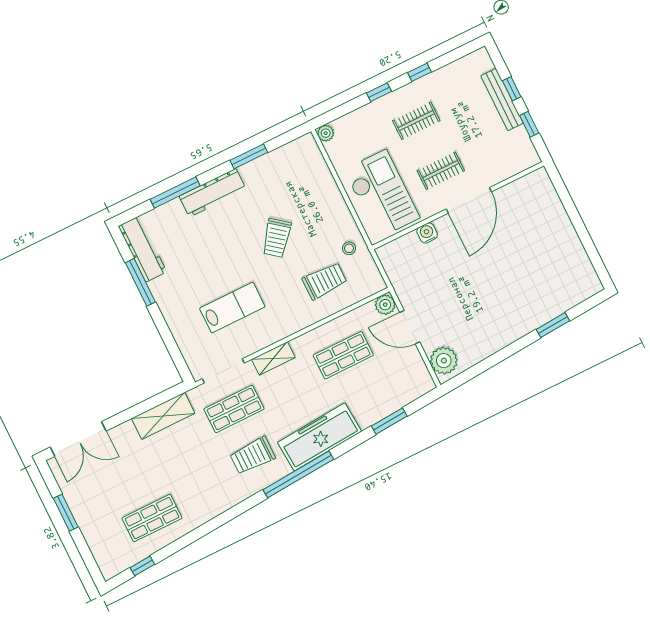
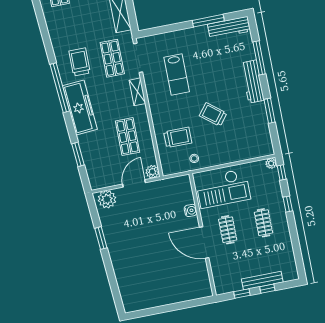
window: (420, 72) -> (282, 172), moved
trolley: (325, 281) -> (178, 137), turned -90
window: (553, 325) -> (101, 238), moved

